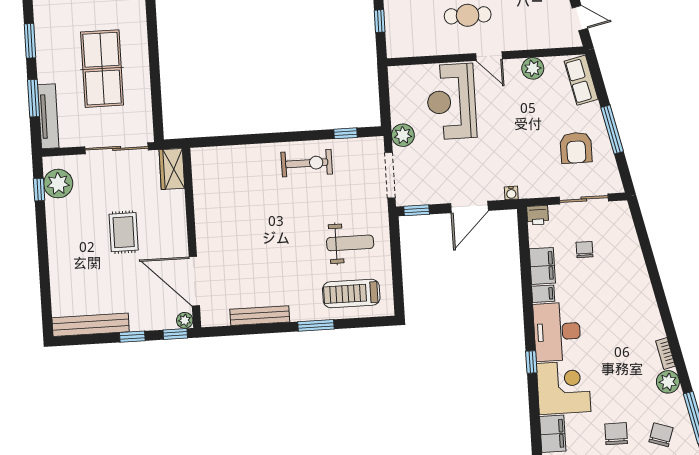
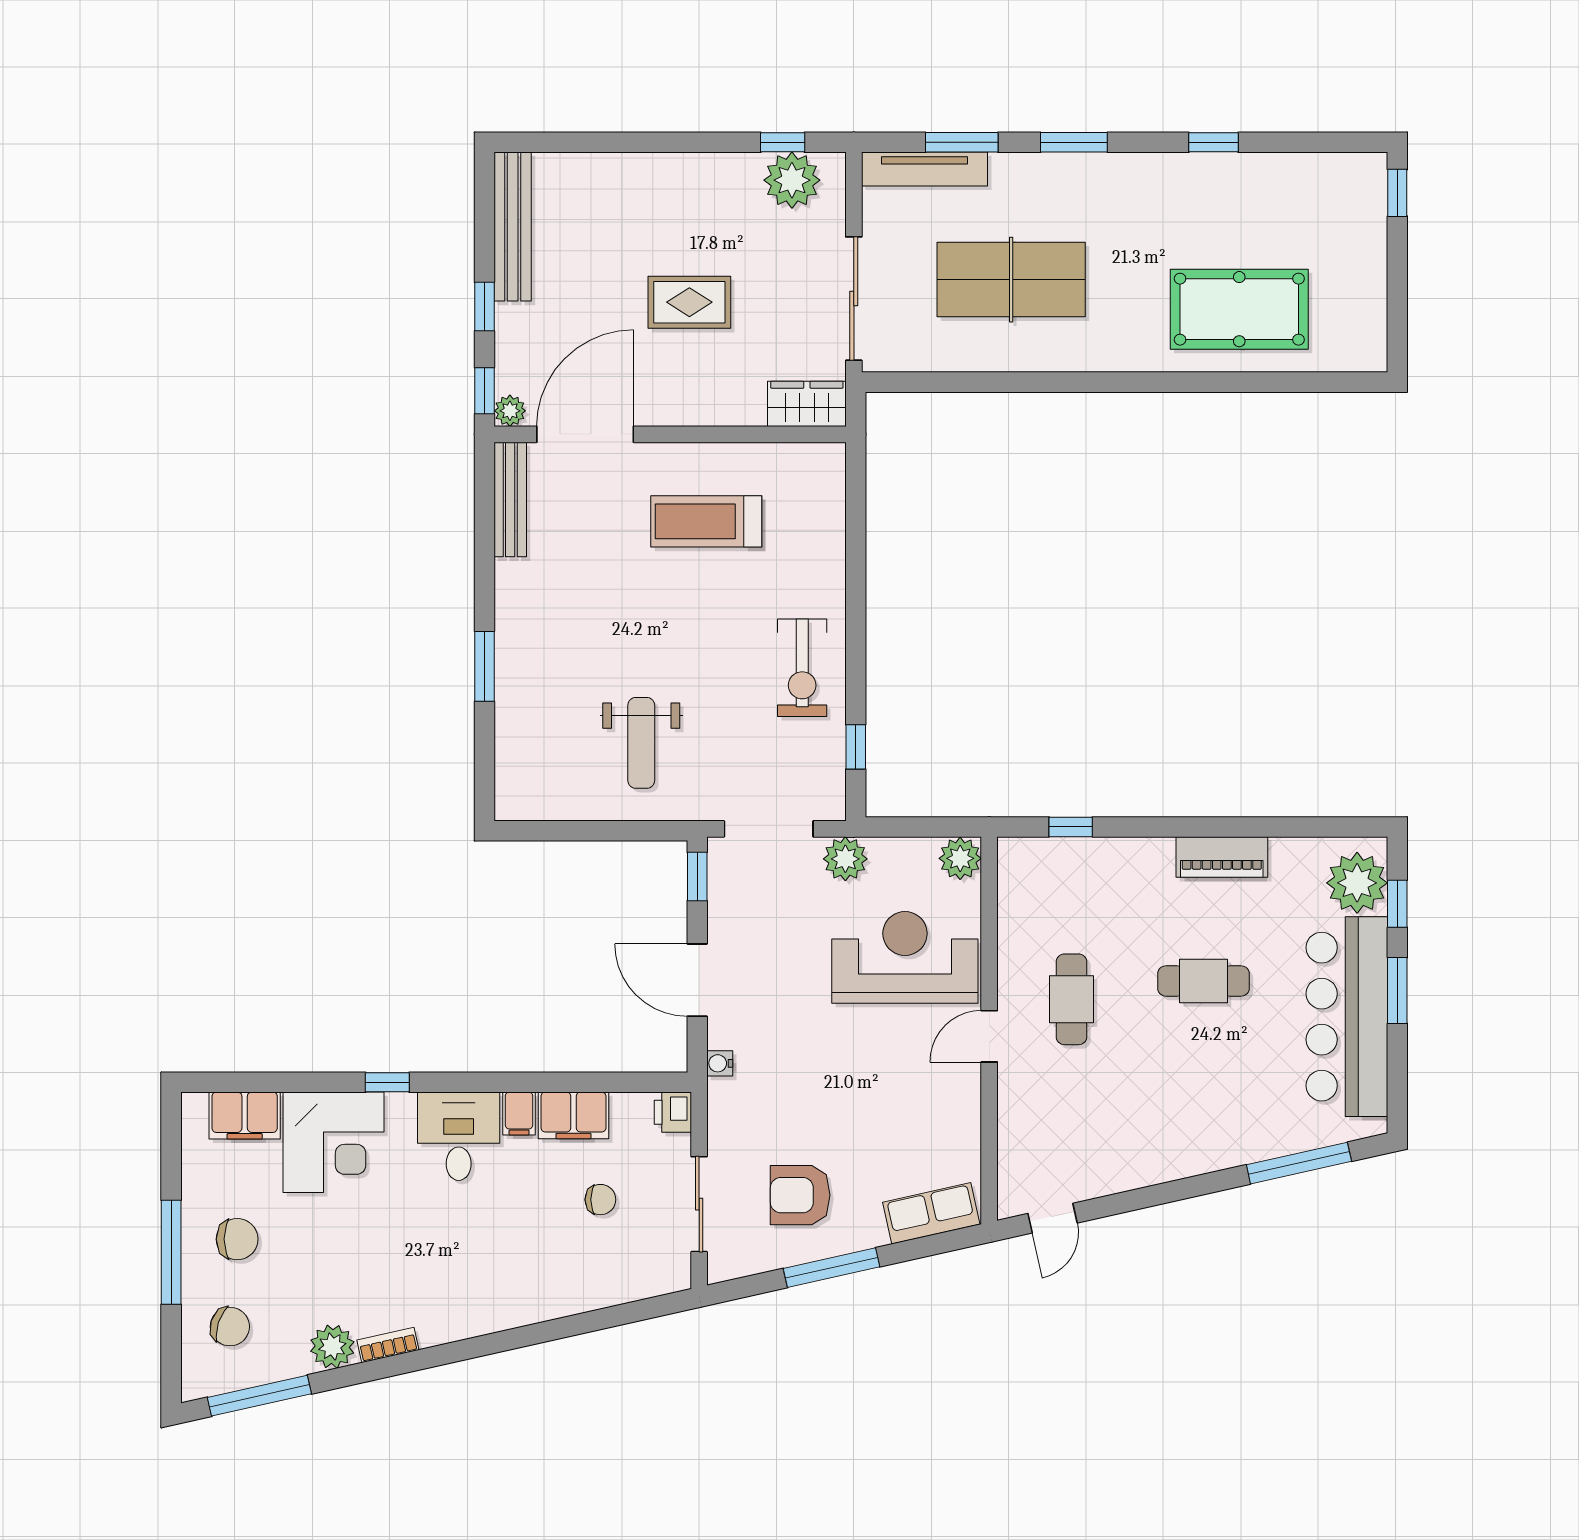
plant: (533, 68) -> (960, 858), moved
treadmill: (351, 294) -> (706, 521), moved, turned -90
bench: (260, 316) -> (510, 500), moved
desk: (557, 332) -> (459, 1136), width x0.73

